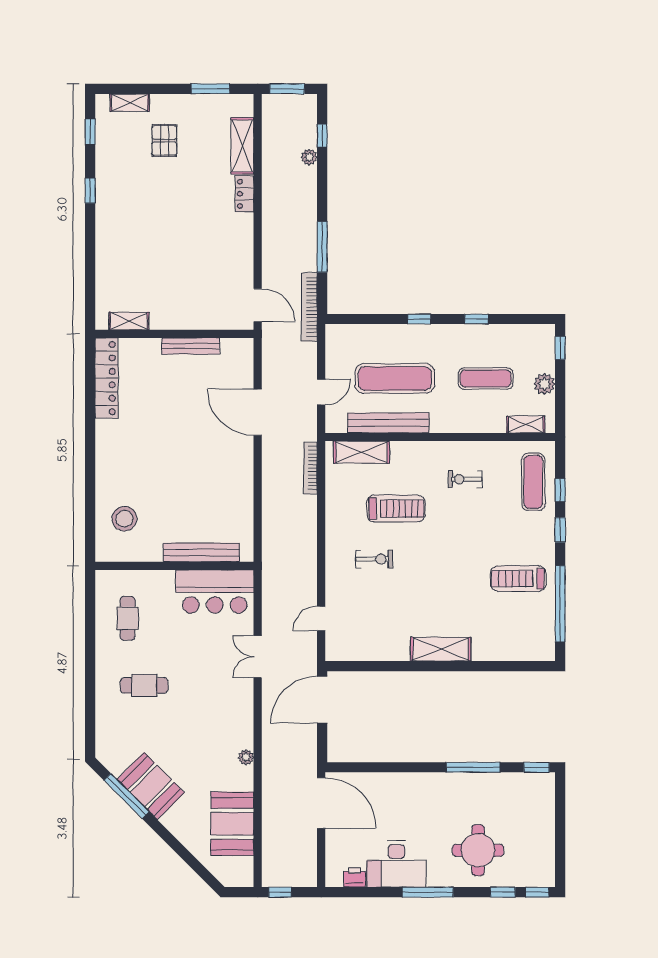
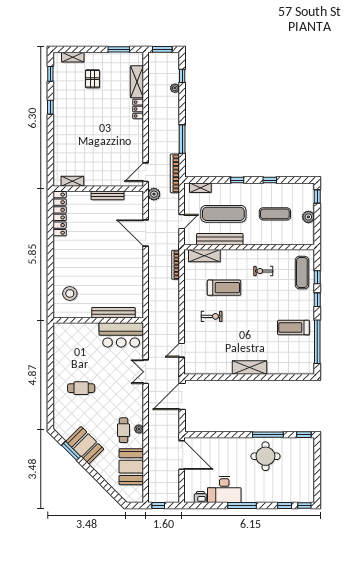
door: (258, 305) -> (146, 172), swing flipped
plant: (273, 344) -> (154, 194), added
shelving: (526, 425) -> (200, 188), moved
cafe table: (128, 618) -> (123, 430), moved
window: (127, 796) -> (71, 451), width x0.69
round table: (478, 850) -> (265, 456), moved

